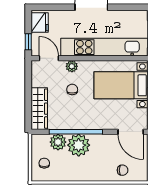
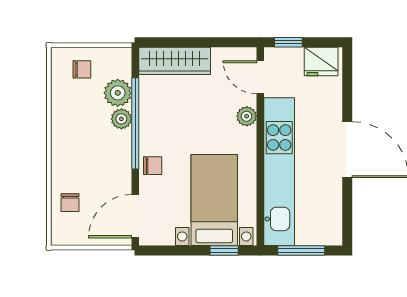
door: (49, 58) -> (260, 77), swing flipped
chair: (72, 89) -> (153, 166), moved
plant: (79, 145) -> (121, 119), width x0.53, depth x0.53

